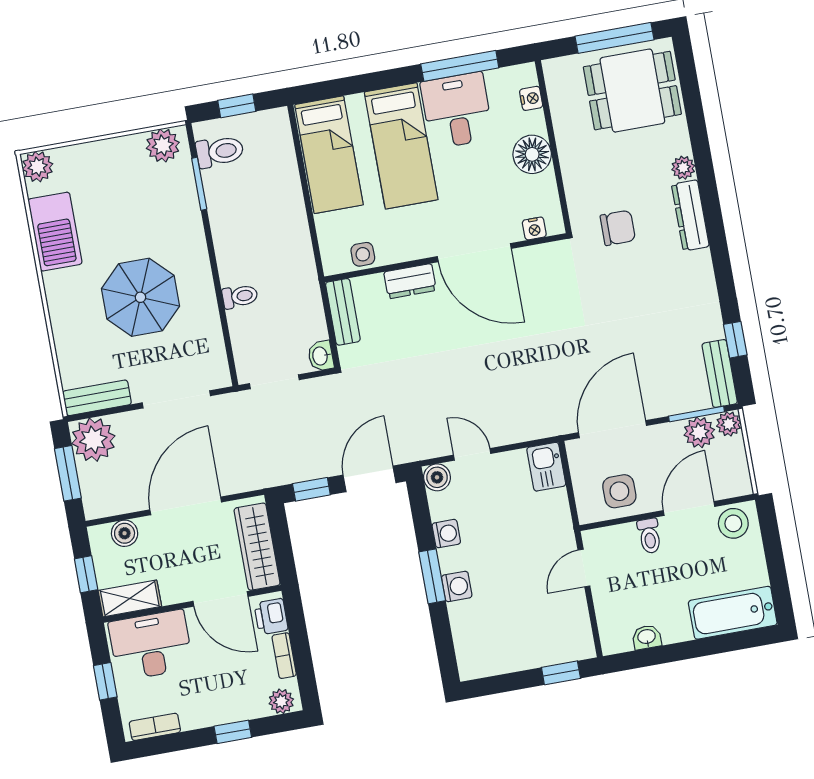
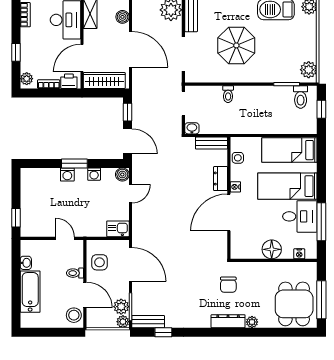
nightstand: (534, 228) -> (235, 187), moved
bathtub: (733, 613) -> (30, 292), moved

